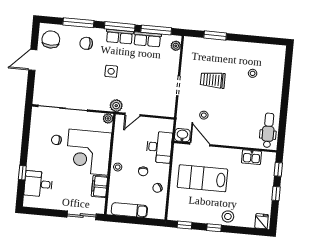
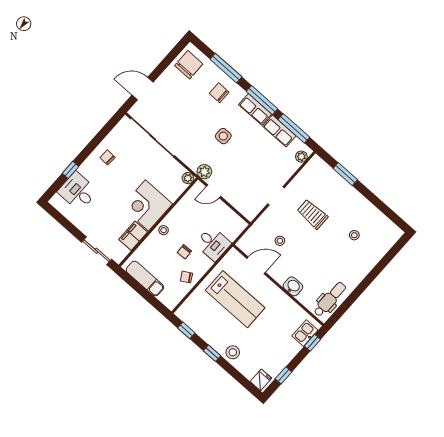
door: (33, 60) -> (143, 89), moved
washbasin: (182, 135) -> (293, 286), moved
chair: (56, 140) -> (108, 157), moved
door: (200, 144) -> (256, 265), hinge flipped
desk: (159, 147) -> (213, 244), width x0.73
corner desk: (88, 152) -> (147, 205), width x0.74, depth x0.74
kitchen sink: (251, 157) -> (305, 333), moved, turned 90
lab bench: (202, 178) -> (235, 299), turned 180
window: (276, 194) -> (283, 375), moved

